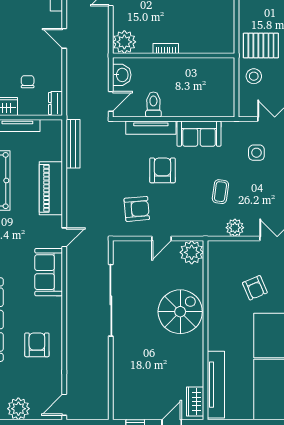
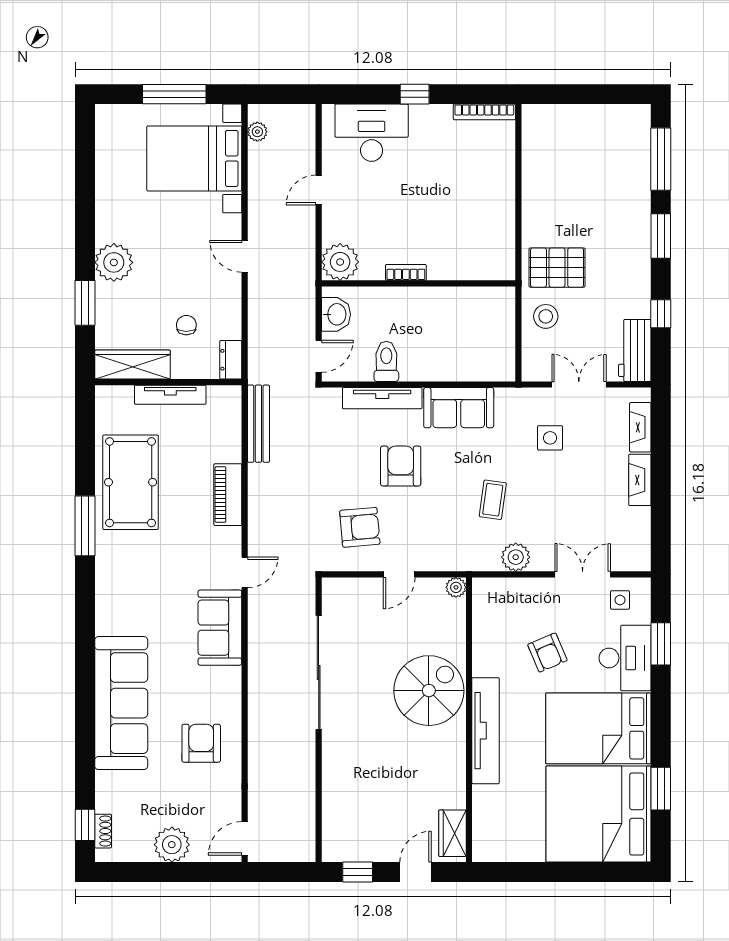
piano: (51, 188) -> (228, 495), width x0.73, depth x0.75
plant: (192, 252) -> (456, 587), width x0.53, depth x0.53
tv unit: (216, 385) -> (486, 731), moved

